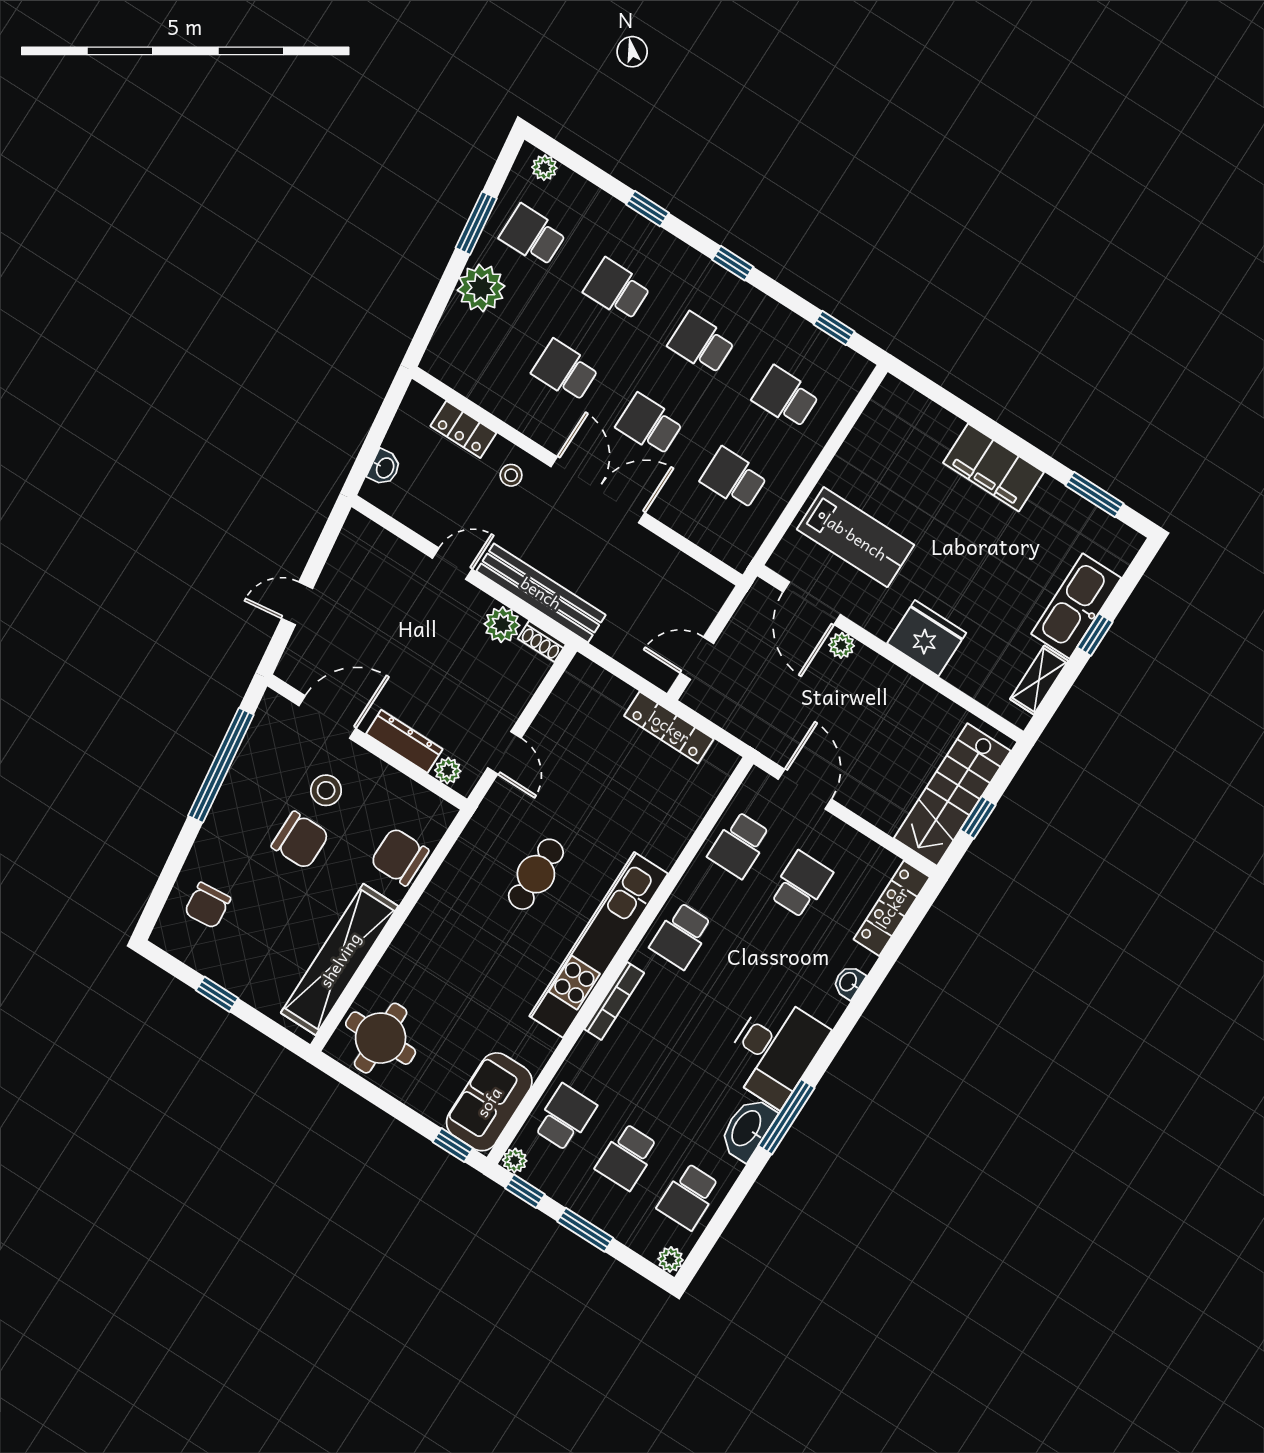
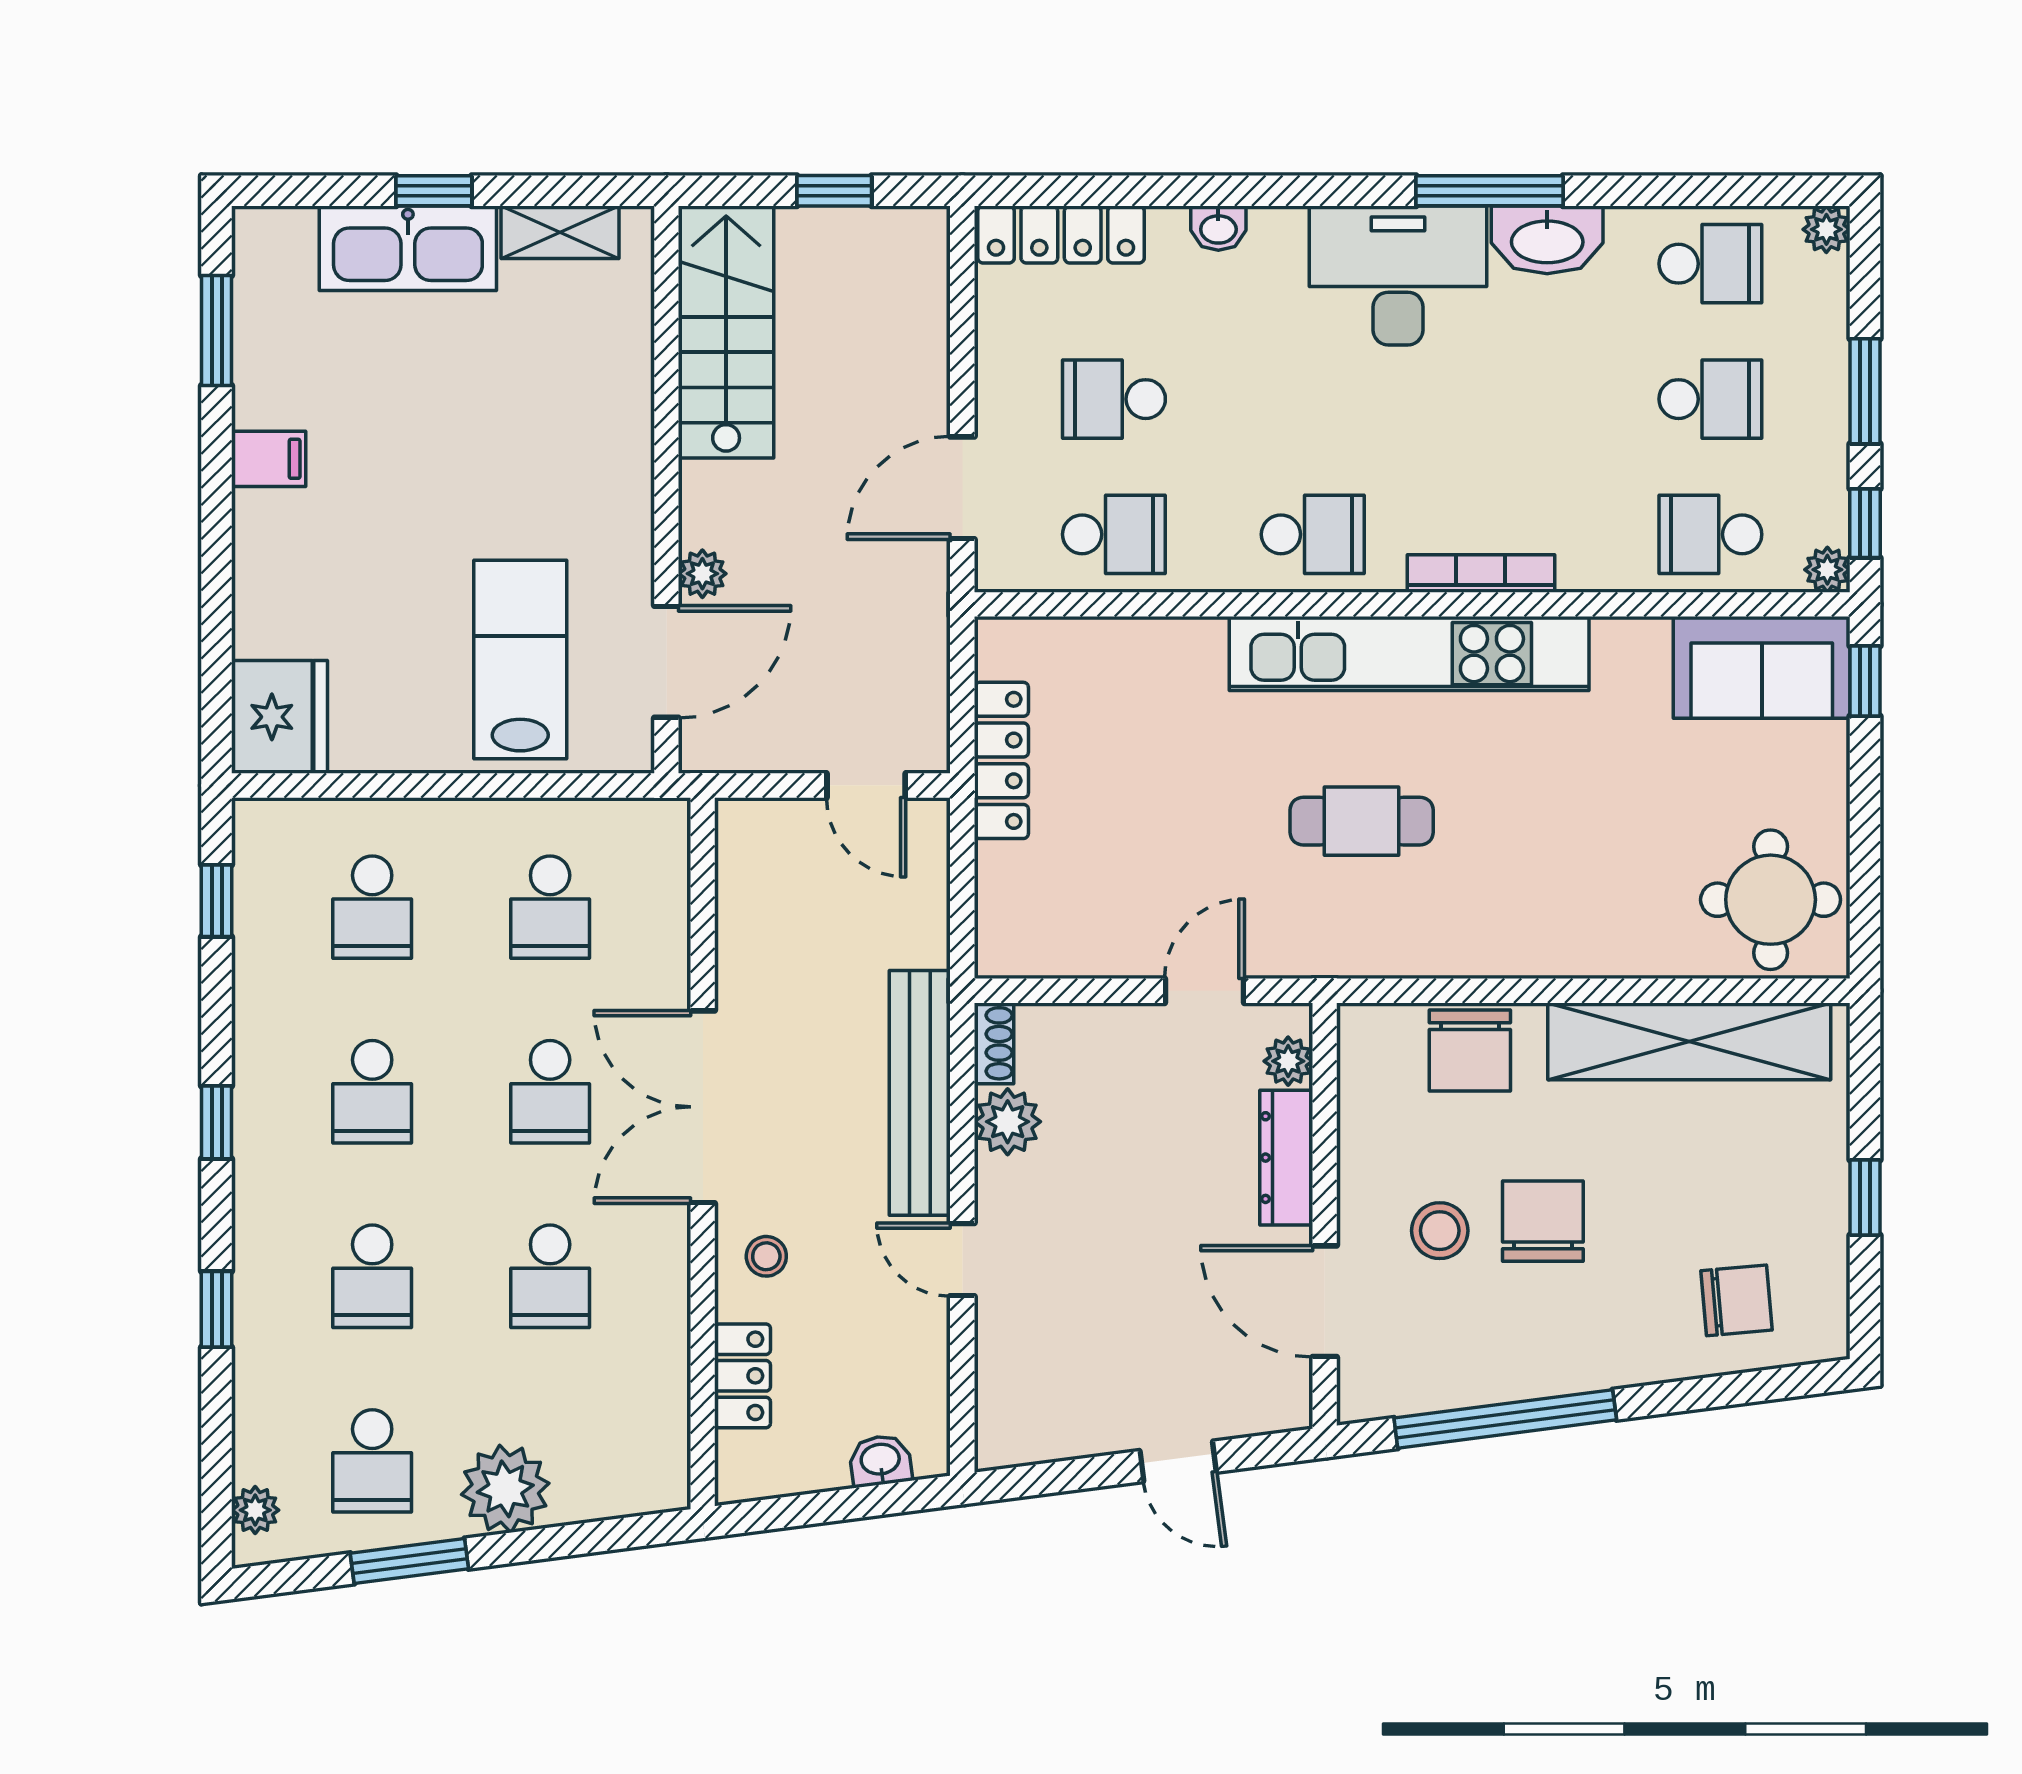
filing cabinet: (994, 467) -> (269, 459), width x0.33, depth x0.86
fridge: (927, 638) -> (279, 717), moved, turned 180
stairs: (952, 795) -> (726, 332), moved, turned -90

